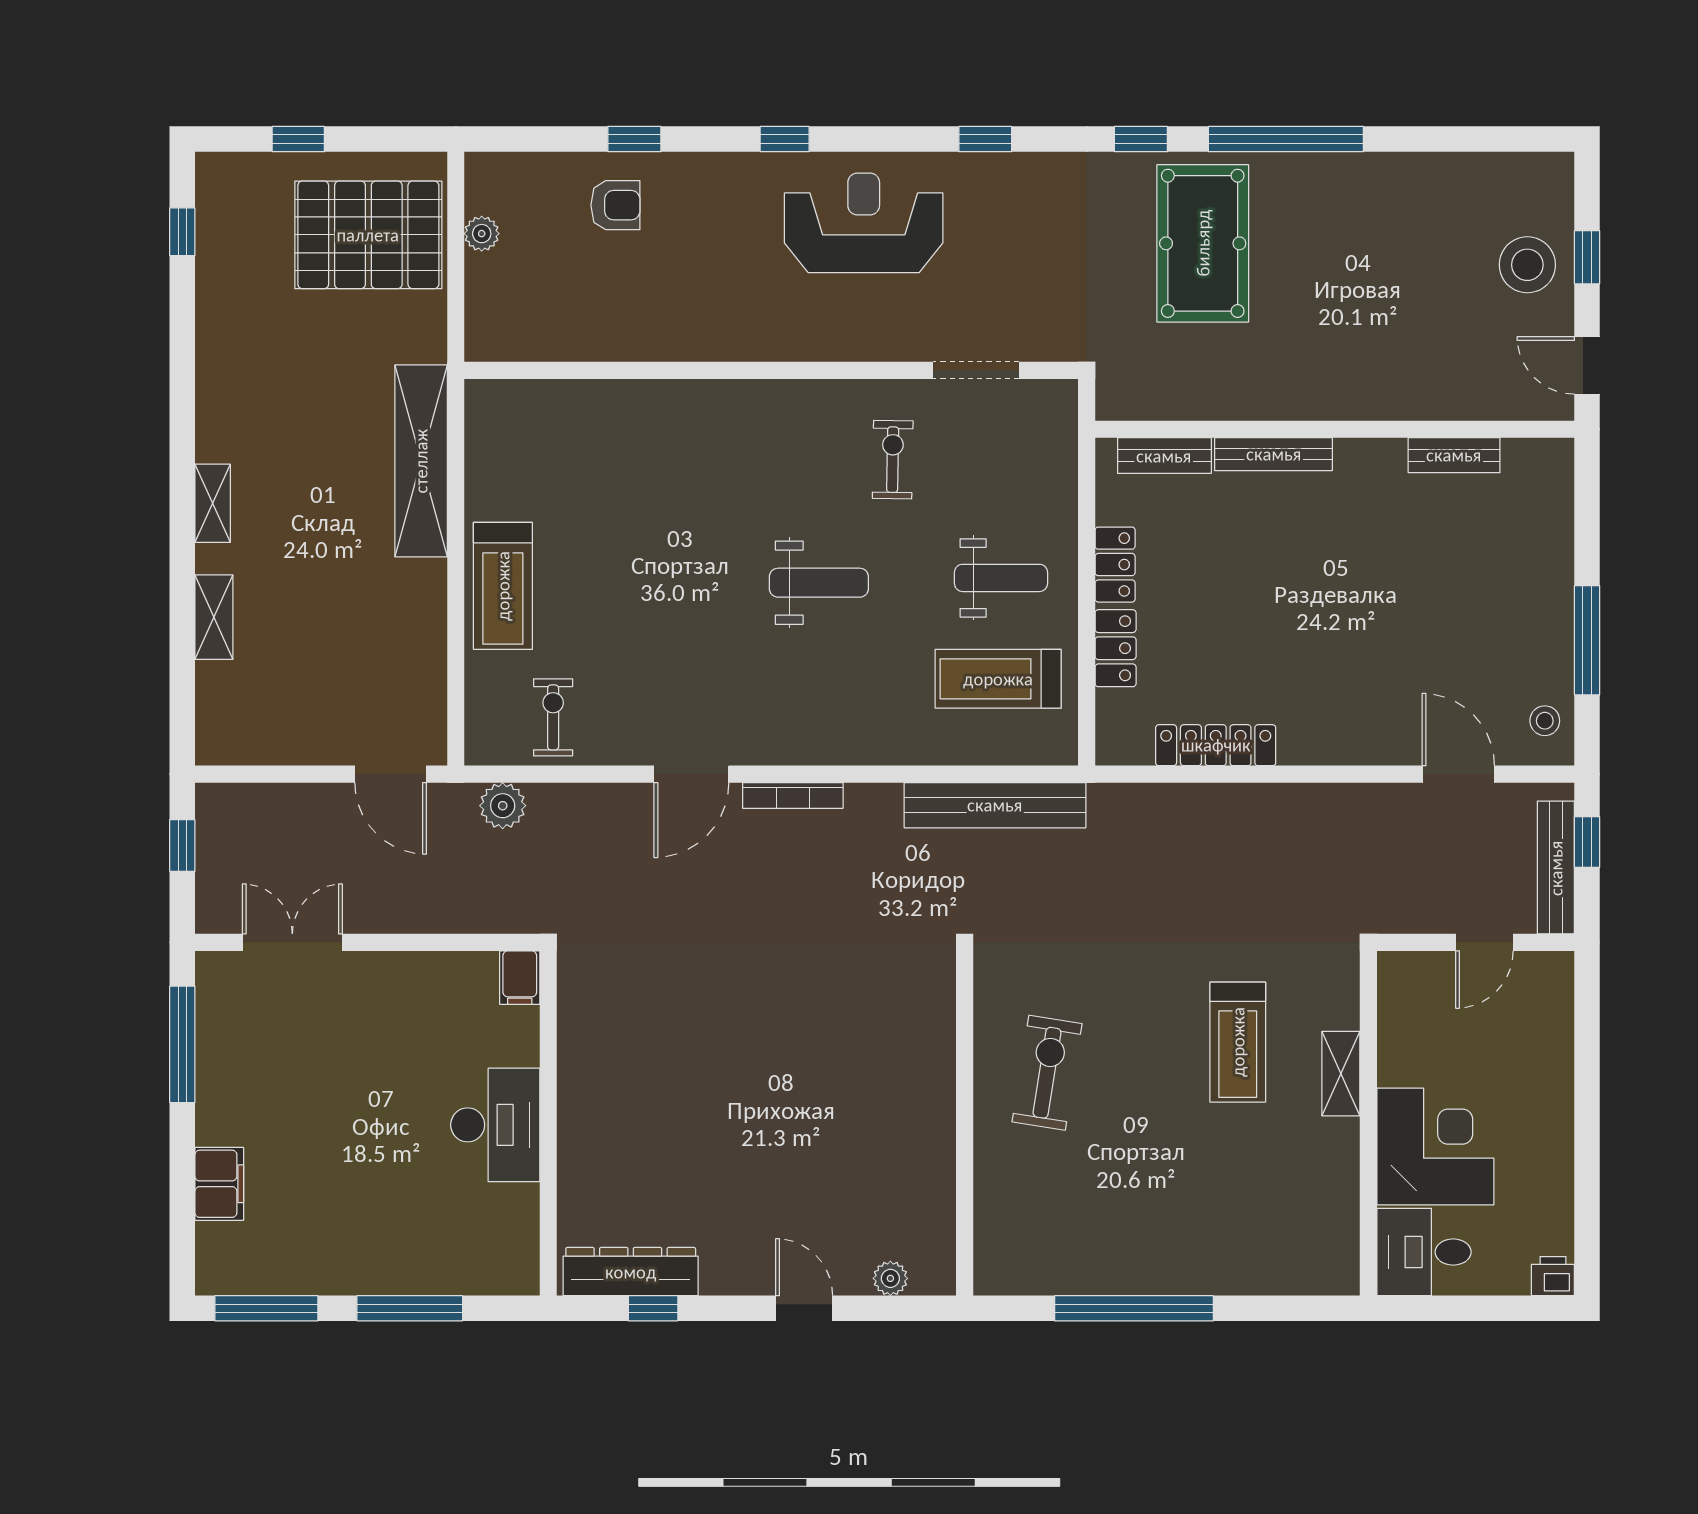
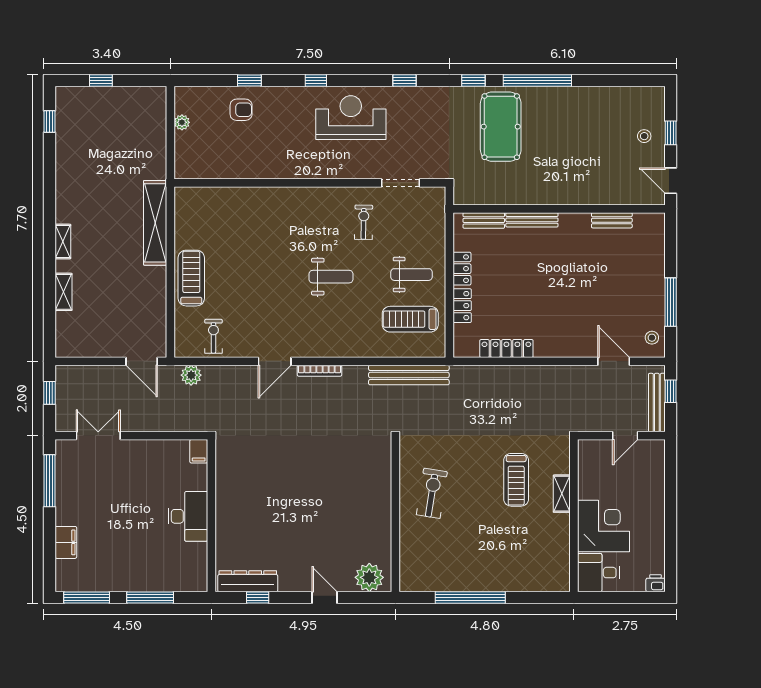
pallet: (368, 235) -> (132, 123), removed
stool: (1527, 265) -> (644, 136), width x0.53, depth x0.53
treadmill: (503, 586) -> (191, 278), turned 180
plant: (890, 1278) -> (369, 577), width x1.87, depth x1.87

